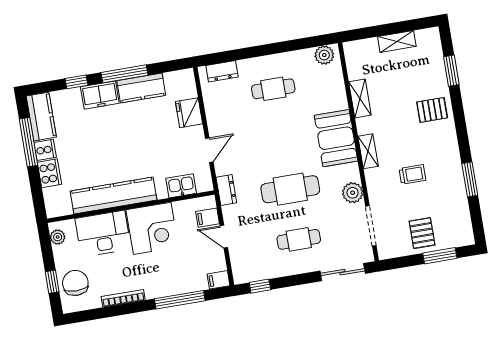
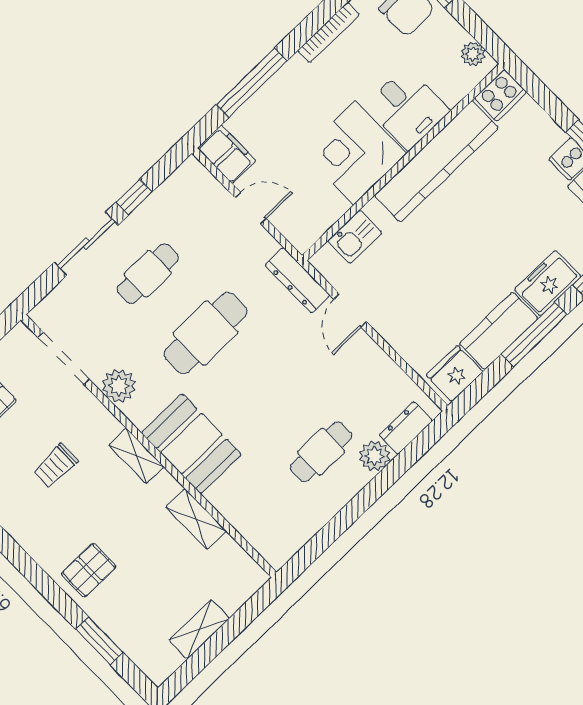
plant: (324, 55) -> (374, 456), moved
fridge: (189, 113) -> (455, 374), moved, turned -90
cooker: (49, 173) -> (500, 95), moved, turned -90
dresser: (226, 190) -> (298, 280), width x1.44
filing cabinet: (208, 218) -> (290, 219), removed
desk: (103, 234) -> (407, 108), width x0.73
sliding door: (343, 272) -> (86, 244), moved
filing cabinet: (219, 280) -> (227, 154), width x2.00
window: (260, 286) -> (134, 197), moved

